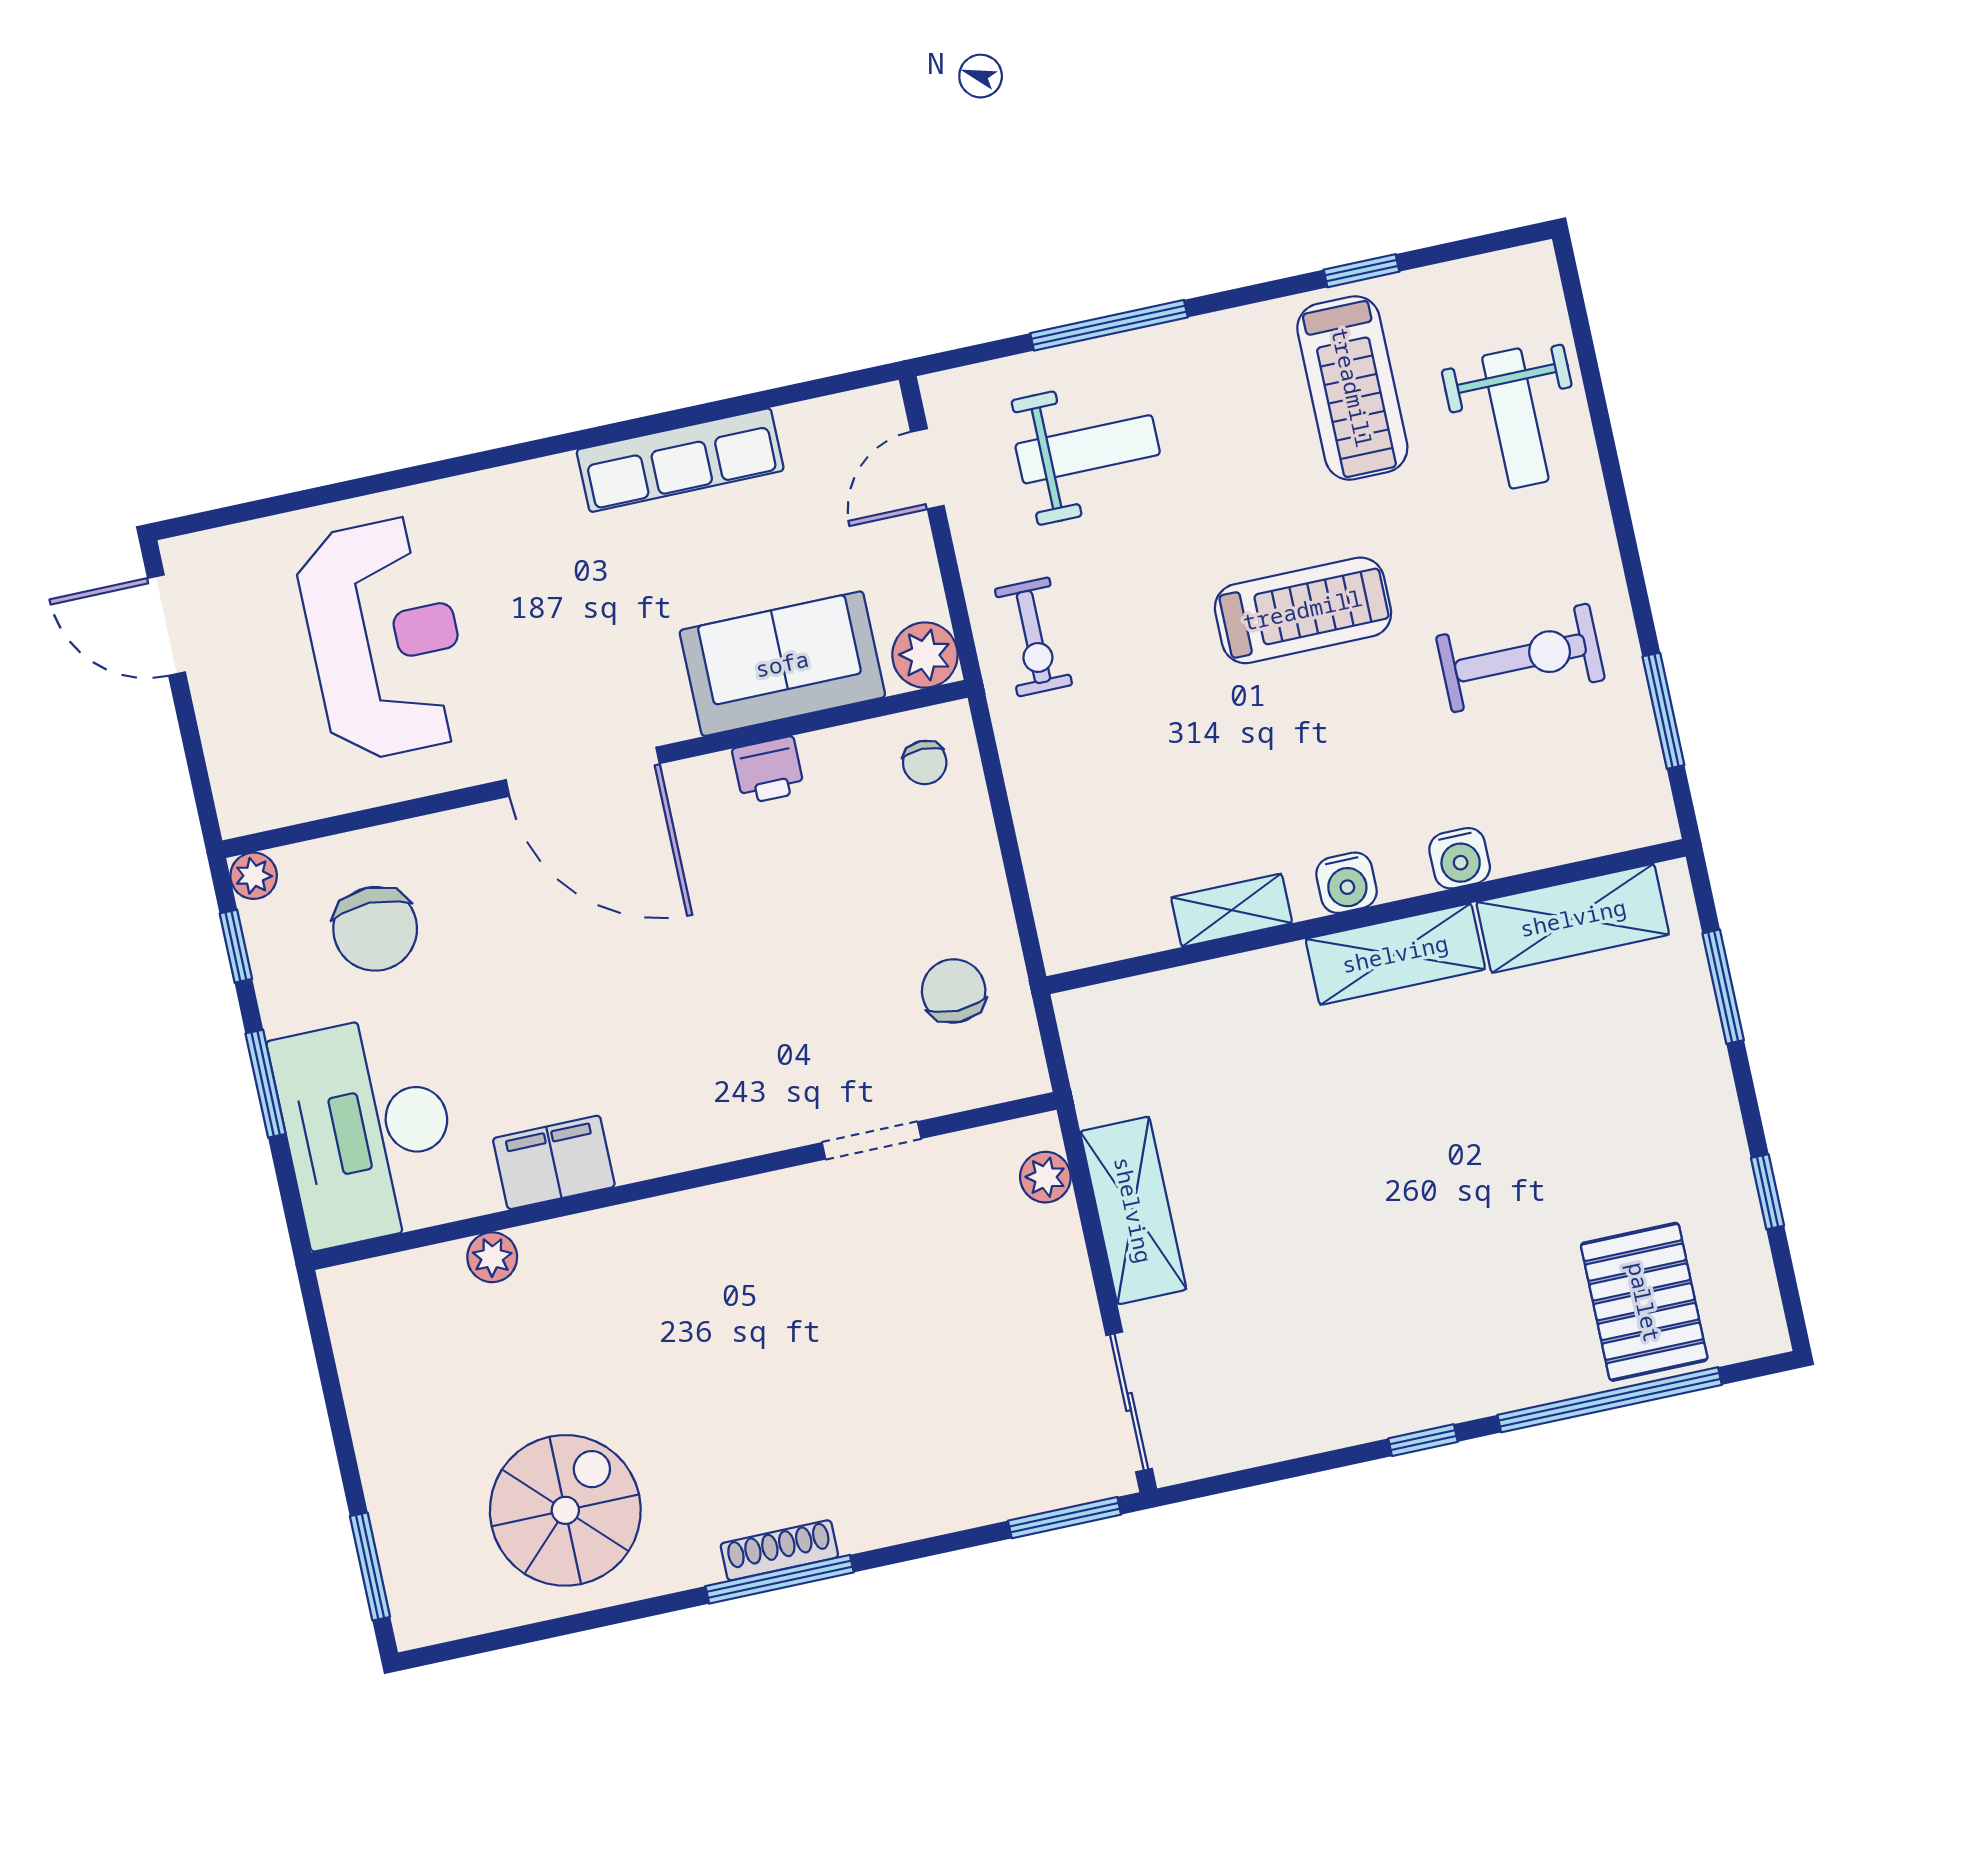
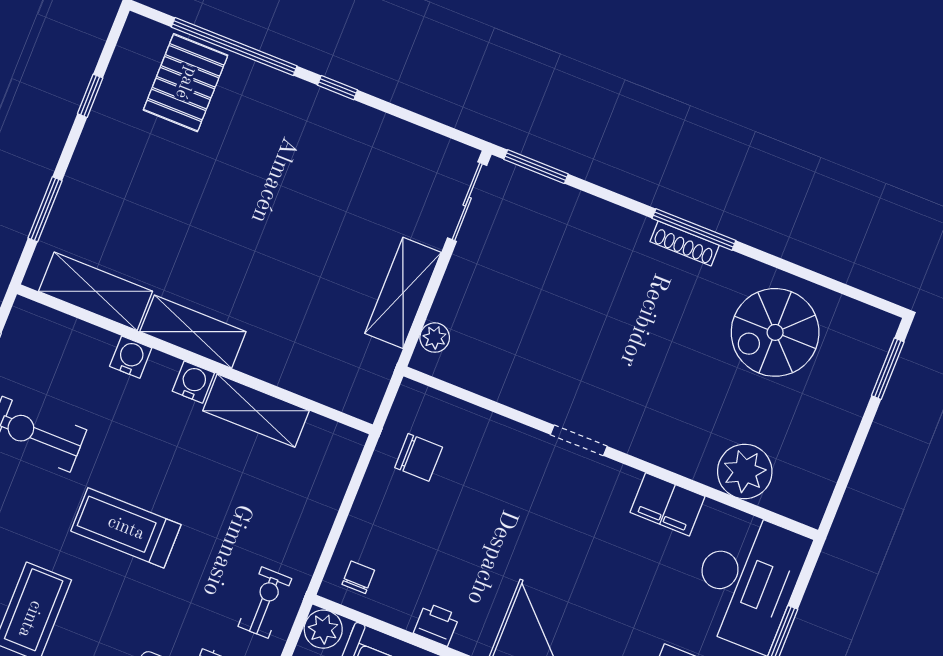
shelving: (1232, 910) -> (256, 411), width x1.50, depth x1.33
chair: (954, 991) -> (419, 457), turned -90
doorway: (872, 1140) -> (579, 440), moved
plant: (492, 1257) -> (745, 471), width x1.88, depth x1.88

